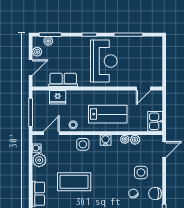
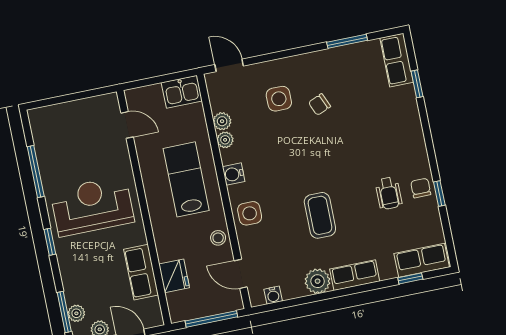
plant: (39, 160) -> (318, 281), moved
coffee table: (74, 182) -> (320, 215), width x0.73, depth x0.76
chair: (155, 194) -> (312, 66), removed

